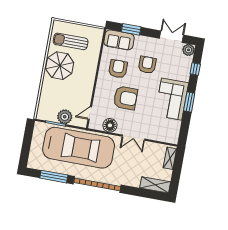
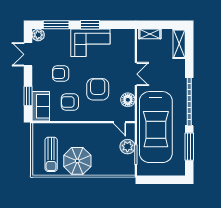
window: (195, 69) -> (56, 25), width x2.17
car: (79, 148) -> (156, 127), turned 180

